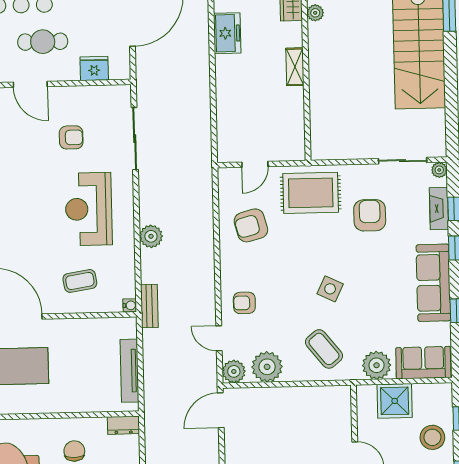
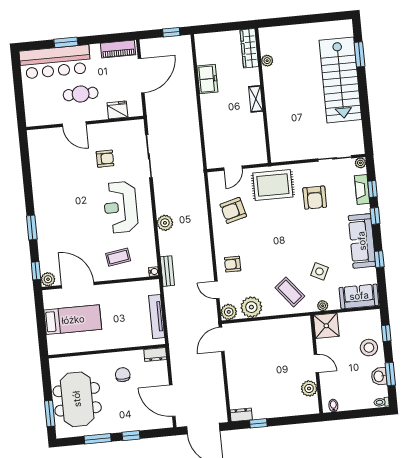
armchair: (370, 215) -> (315, 198), turned 180
side table: (330, 289) -> (319, 271), moved
plant: (377, 365) -> (323, 306), width x0.53, depth x0.53
shower: (395, 401) -> (326, 326), moved

